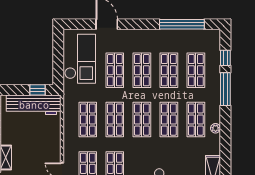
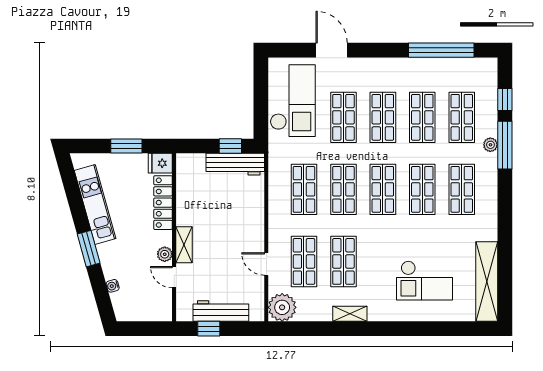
workbench: (34, 105) -> (235, 164), width x0.73, depth x0.76
plant: (216, 128) -> (490, 145), moved

